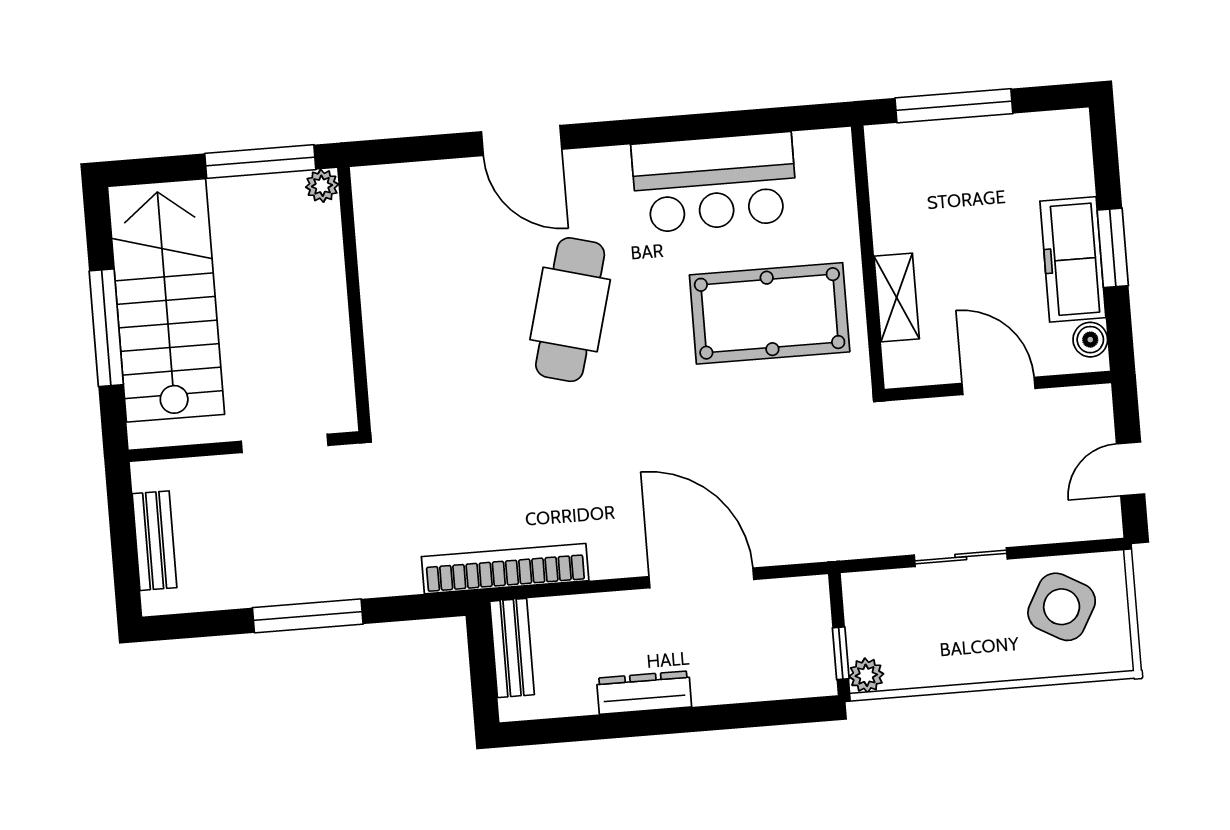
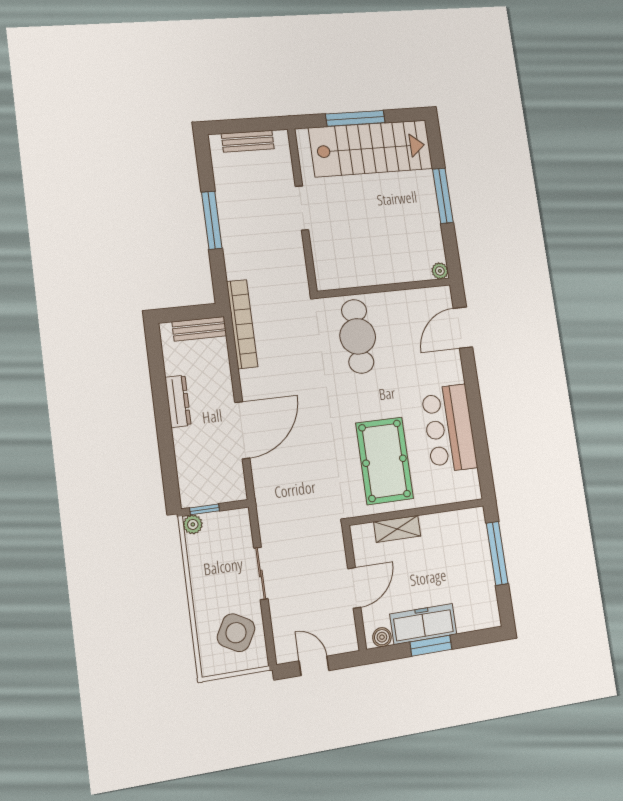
plant: (322, 186) -> (440, 271), moved
wall: (354, 299) -> (384, 288), moved
cafe table: (570, 310) -> (358, 336), moved, turned 75

